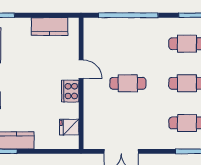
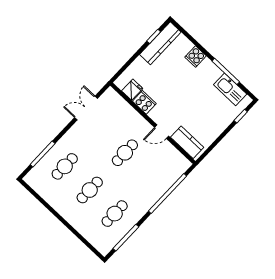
kitchen counter: (50, 27) -> (187, 142), moved, turned 90
cooker: (70, 91) -> (144, 102), moved

